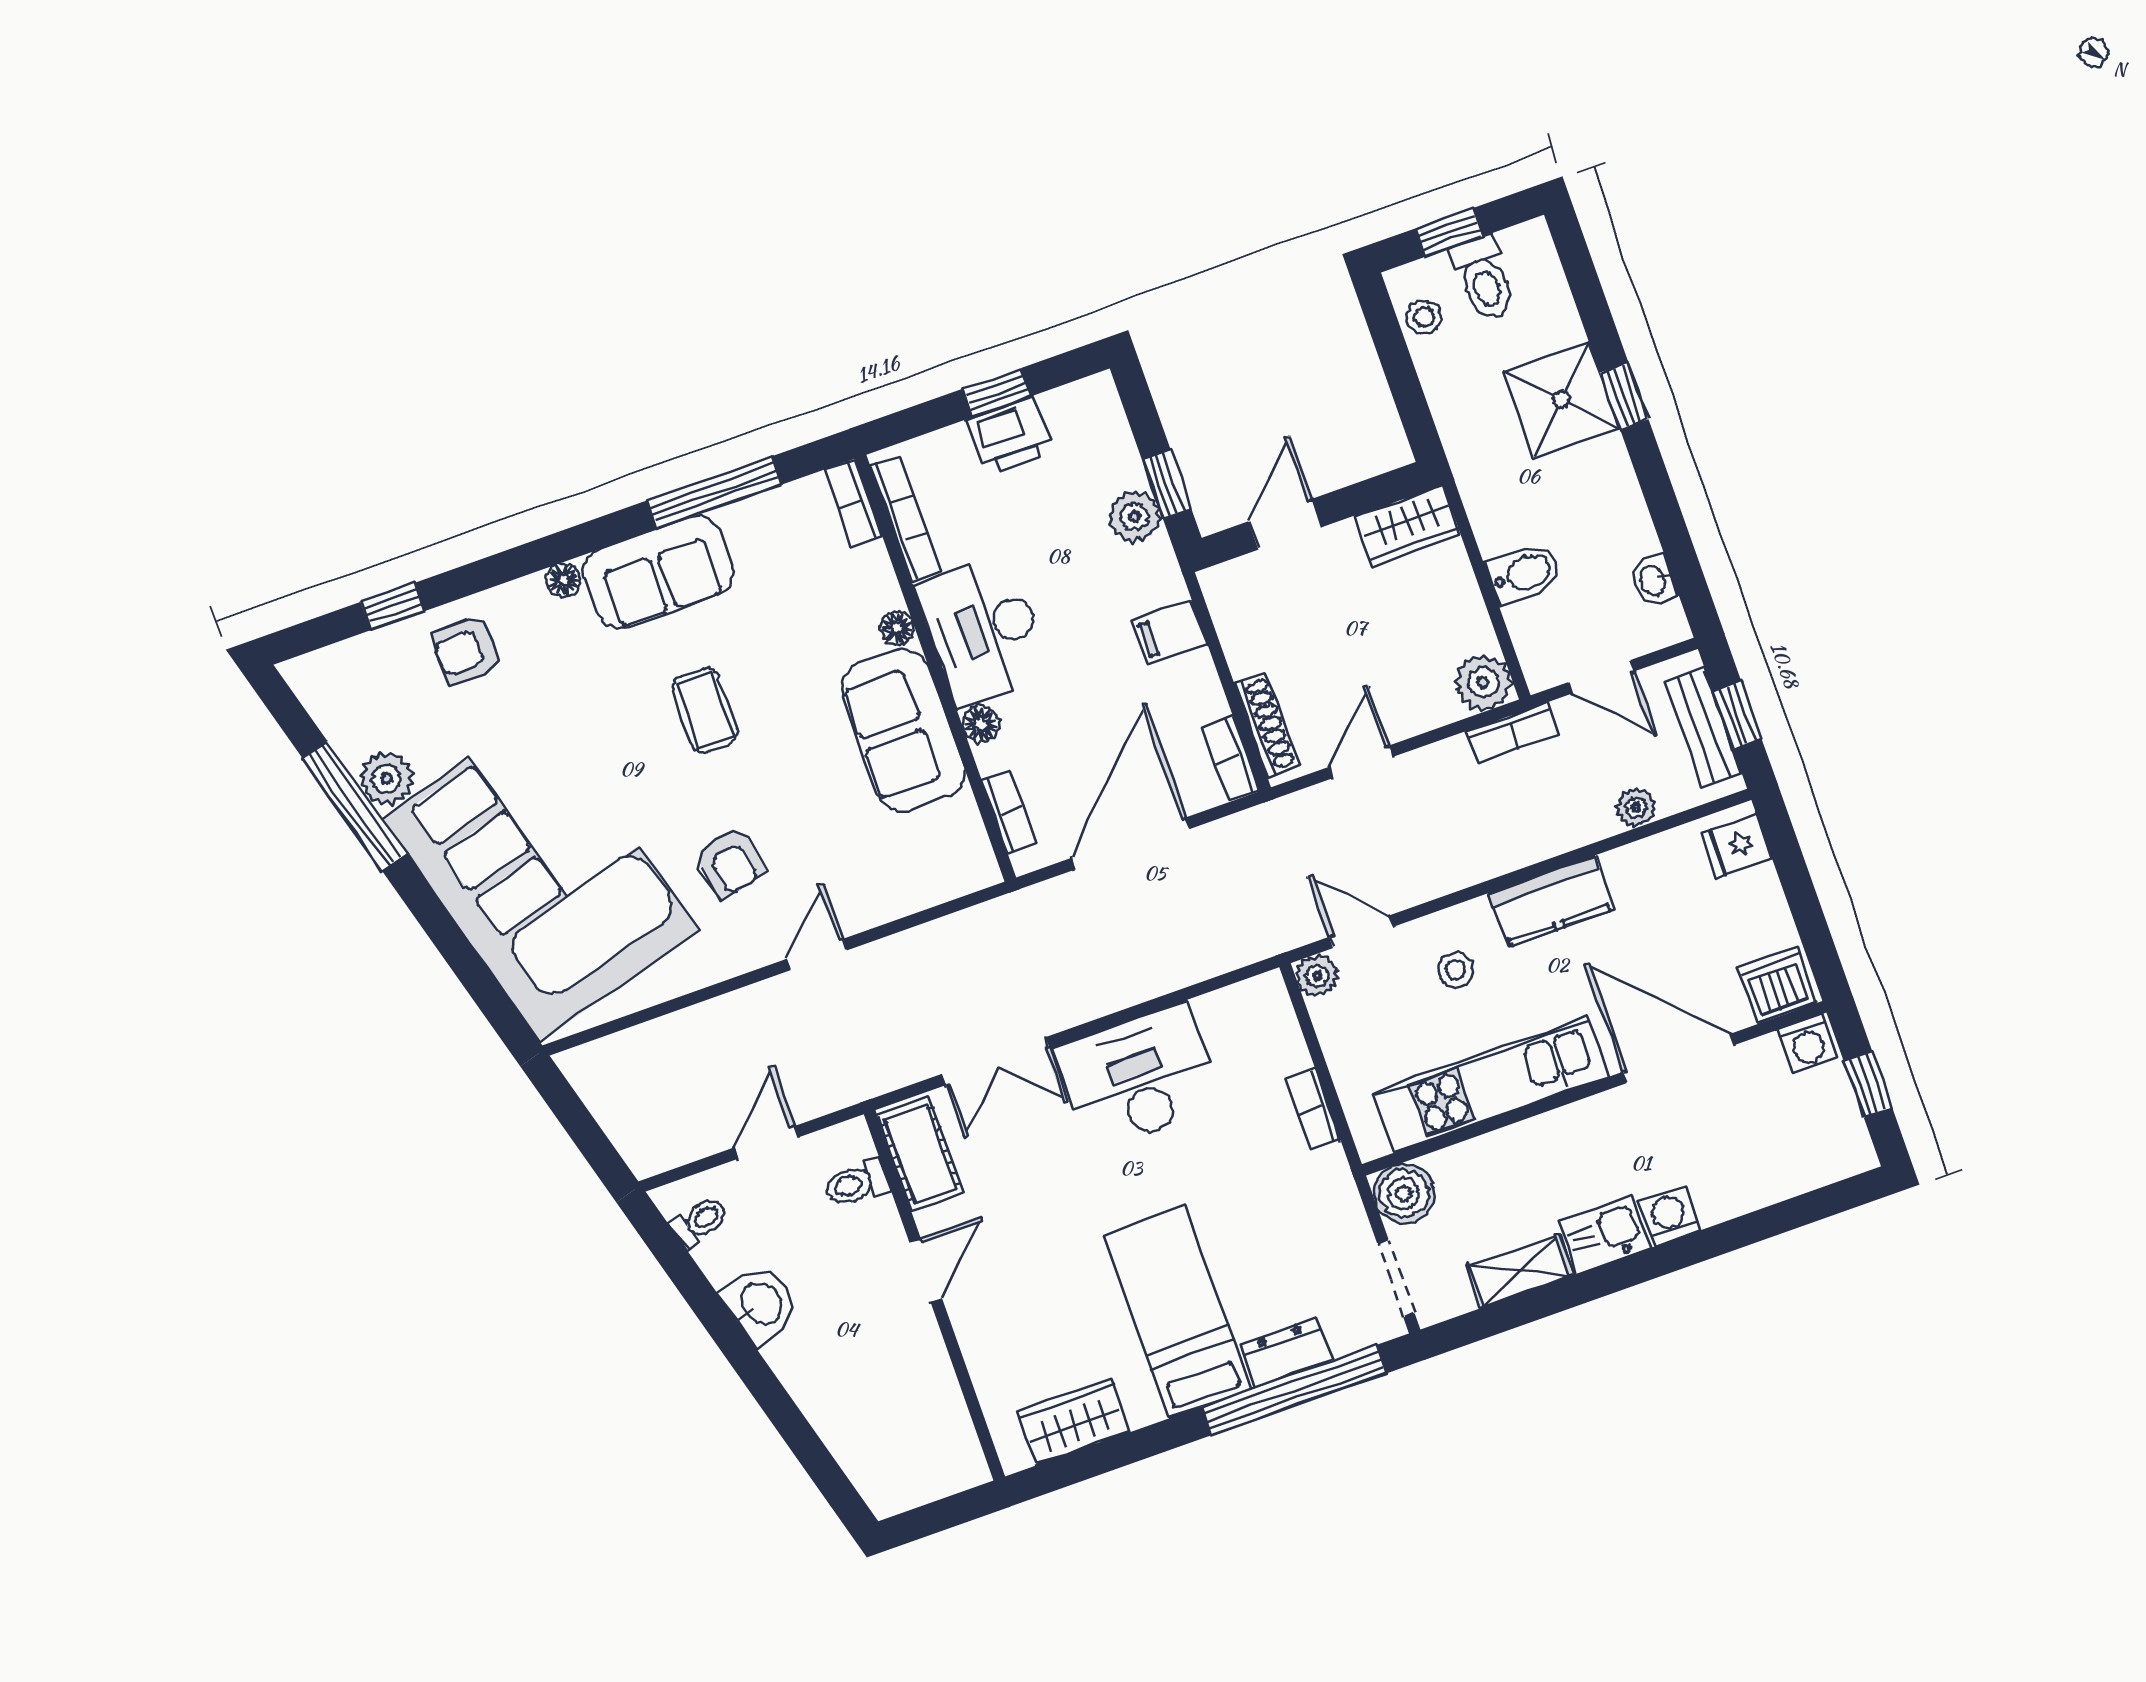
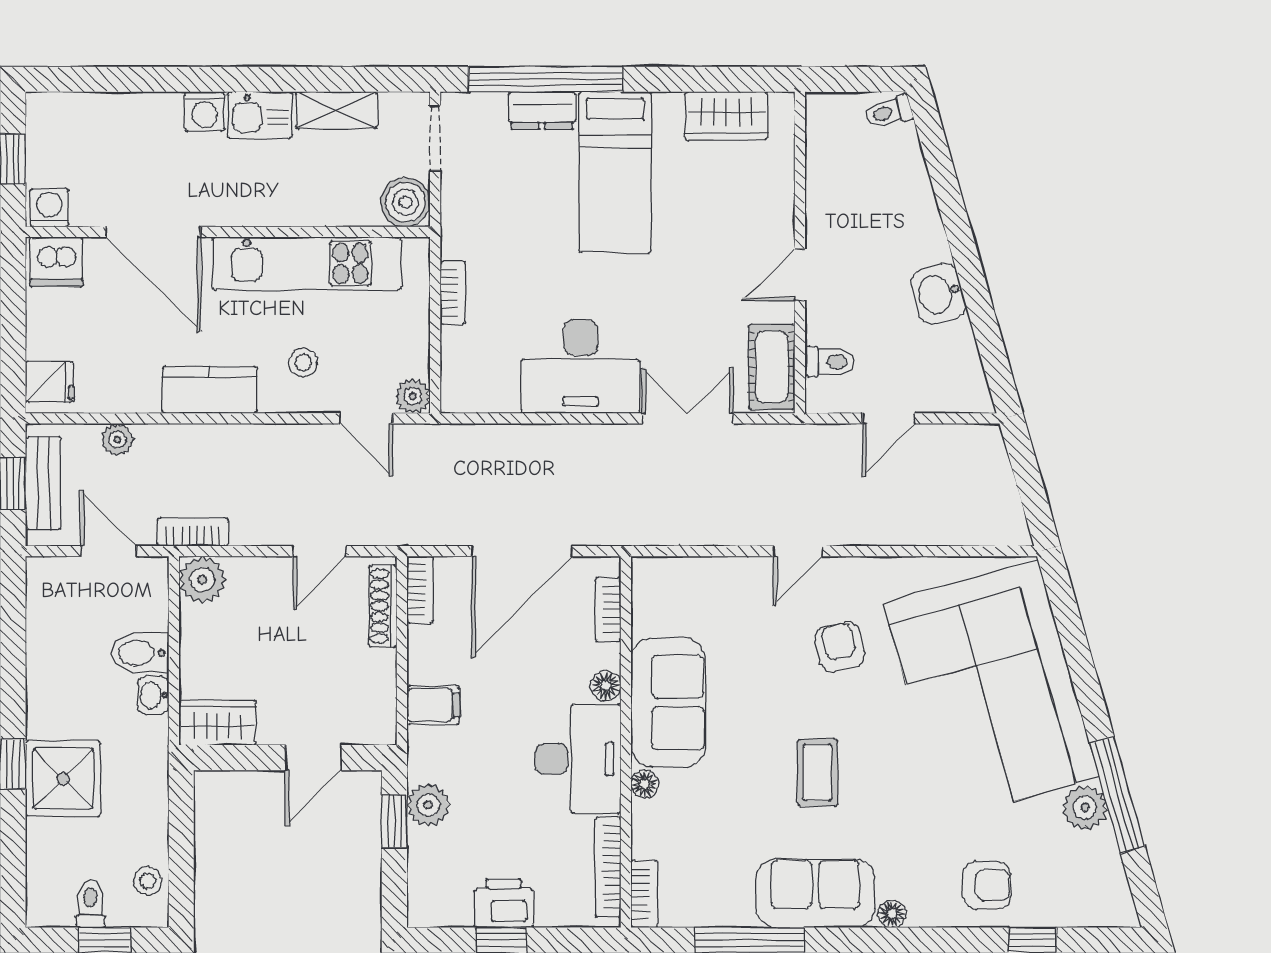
toilet: (1483, 278) -> (90, 904), width x0.73, depth x0.72
washbasin: (1654, 580) -> (153, 695), moved, turned 180
toilet: (700, 1222) -> (889, 112), moved

